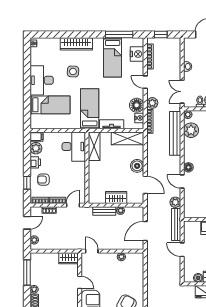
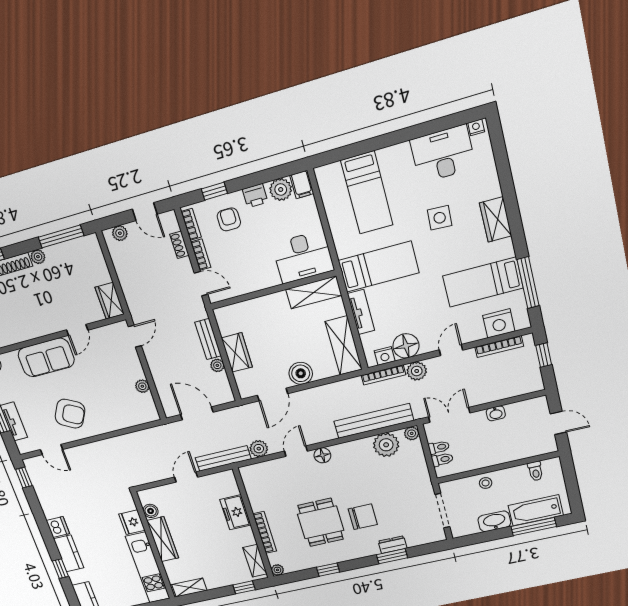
wardrobe: (76, 44) -> (496, 219), width x0.67
desk: (42, 80) -> (443, 154), moved

